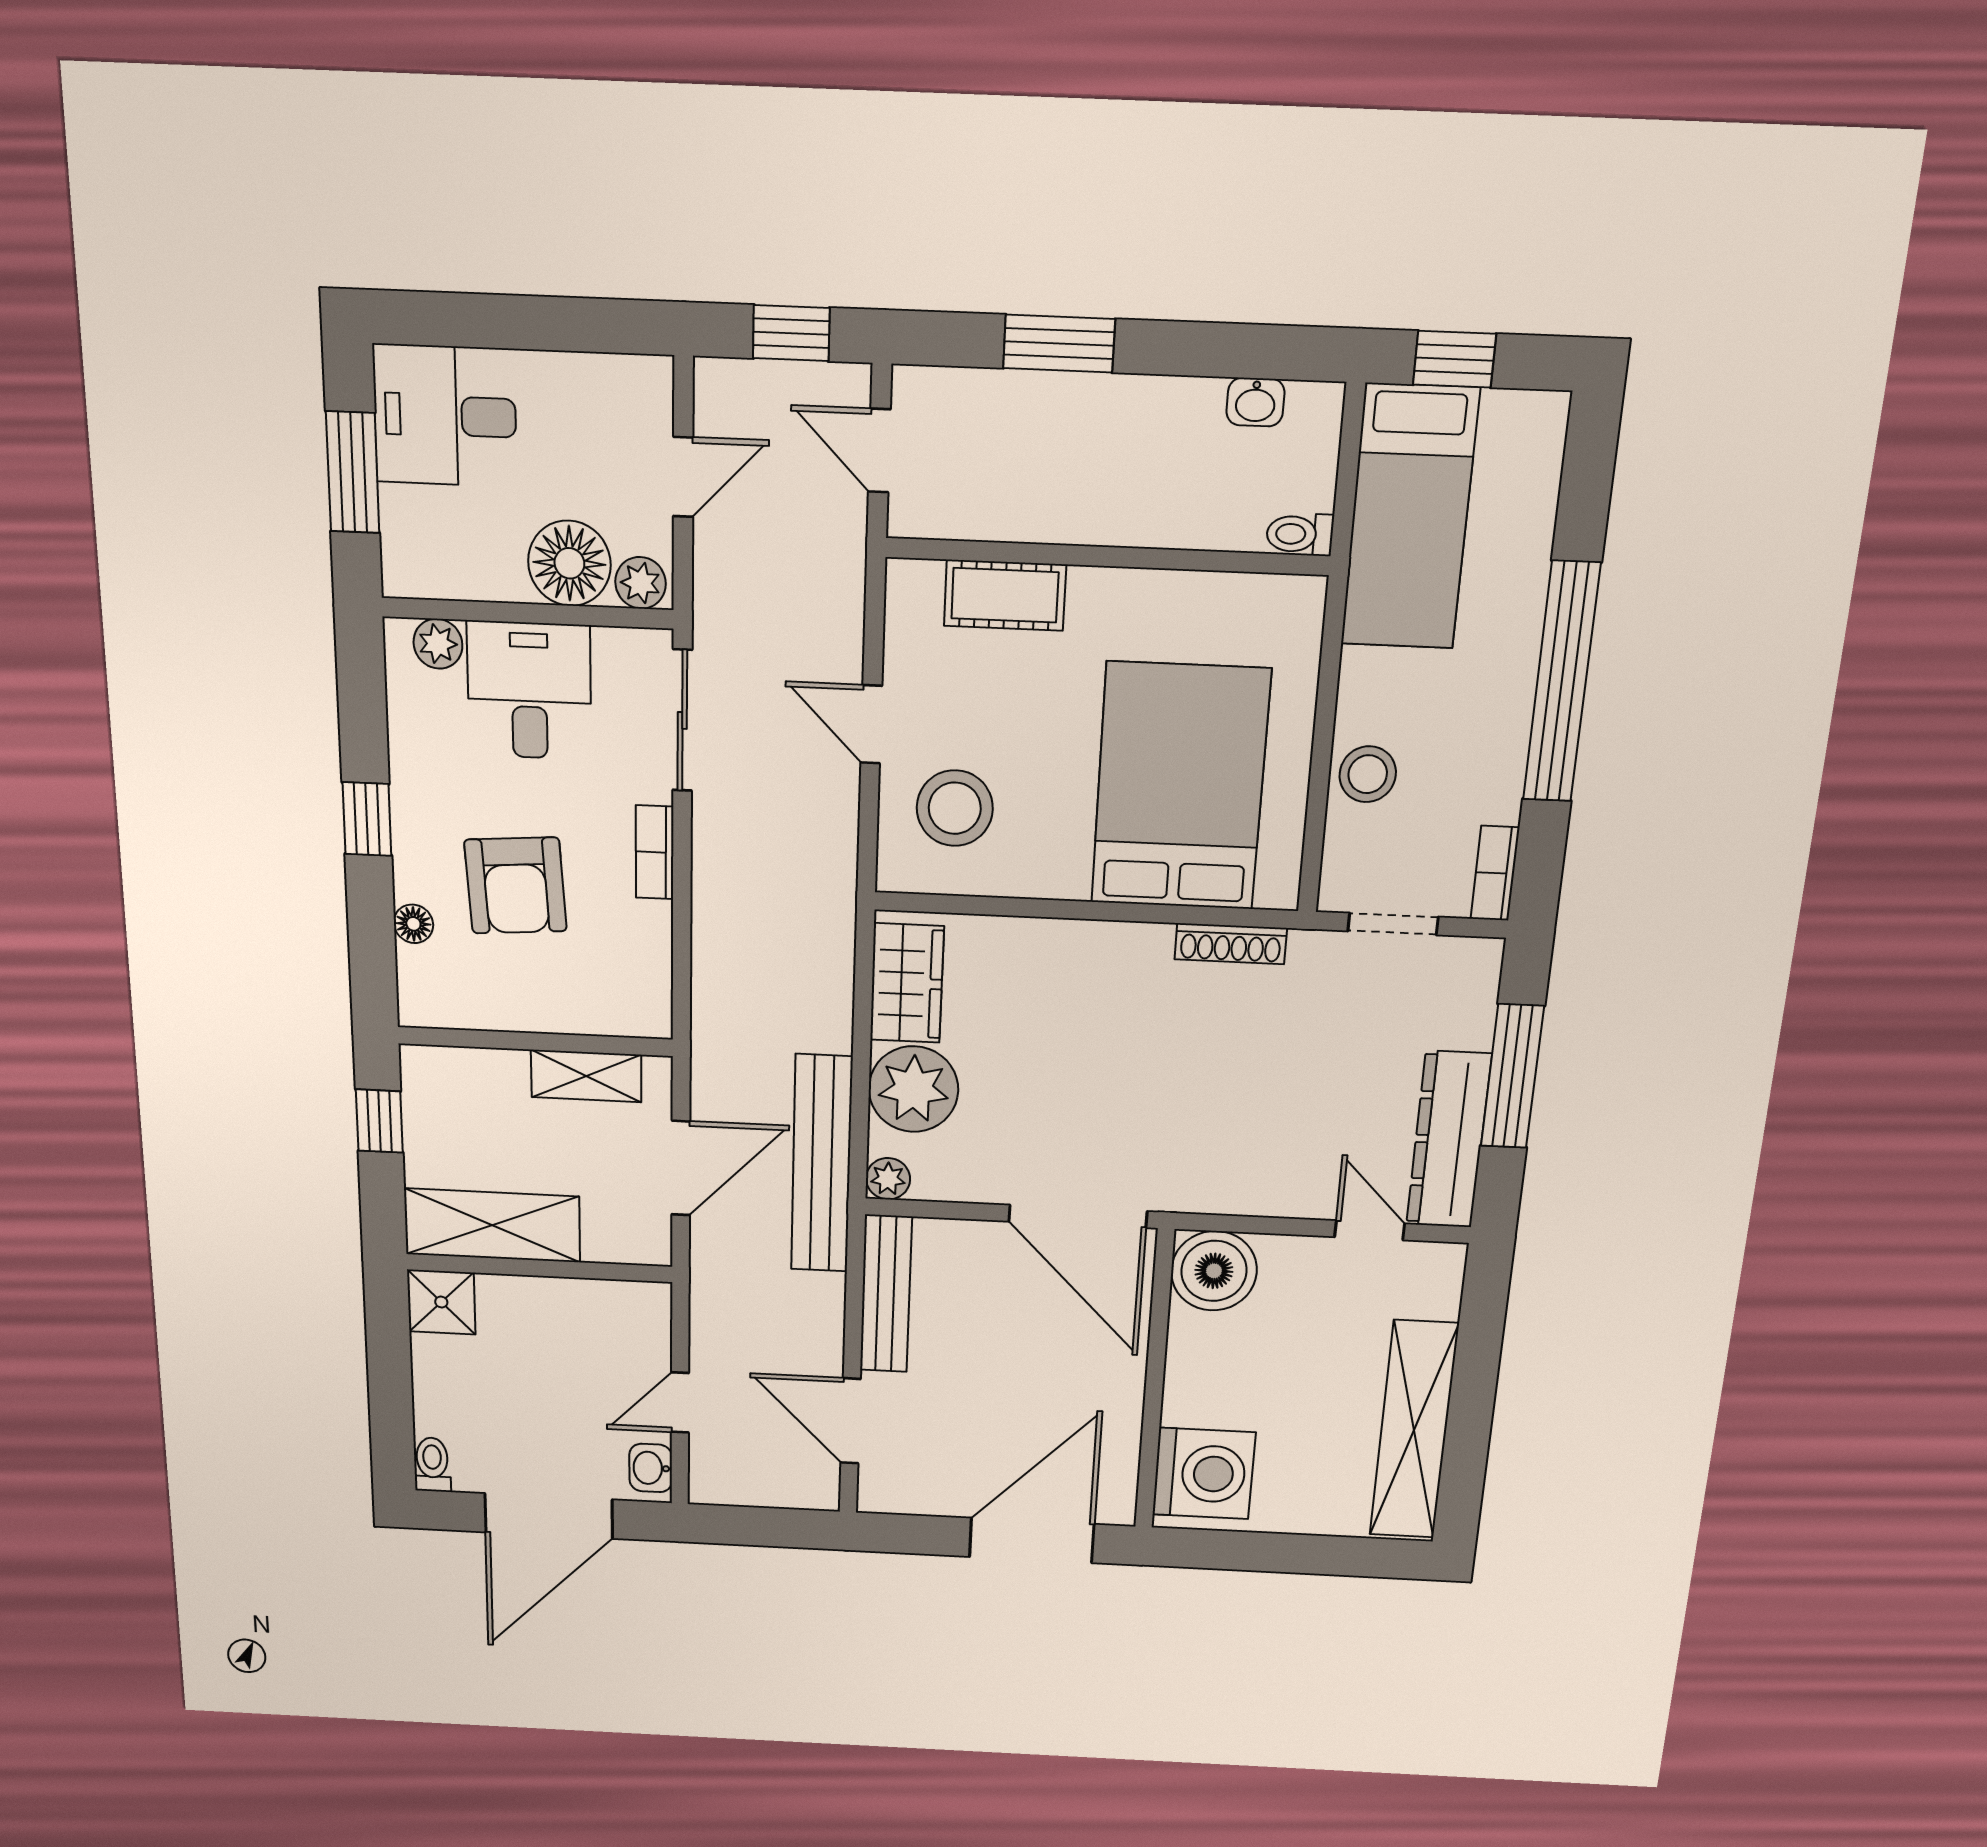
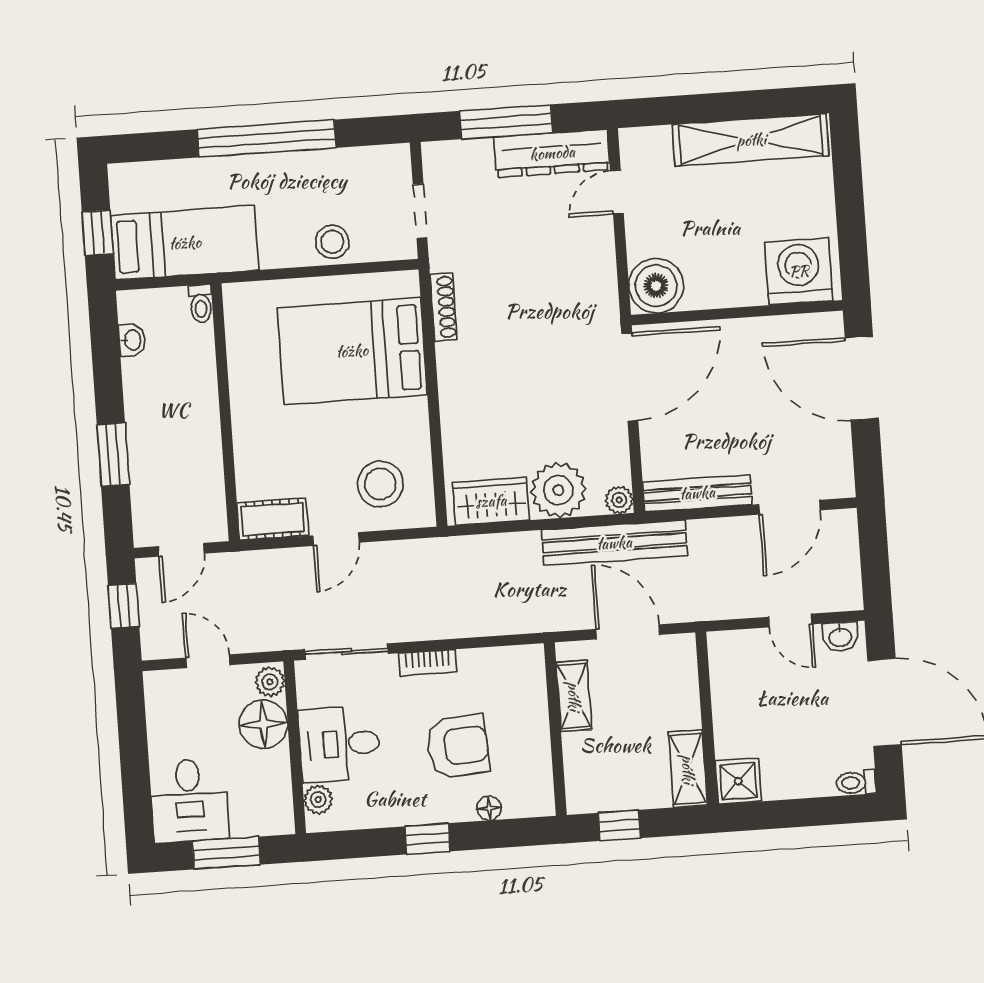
cot: (1005, 595) -> (273, 519), moved, turned 90
bookcase: (1495, 873) -> (382, 156), removed
shelving: (492, 1225) -> (688, 769), width x0.67, depth x0.75

